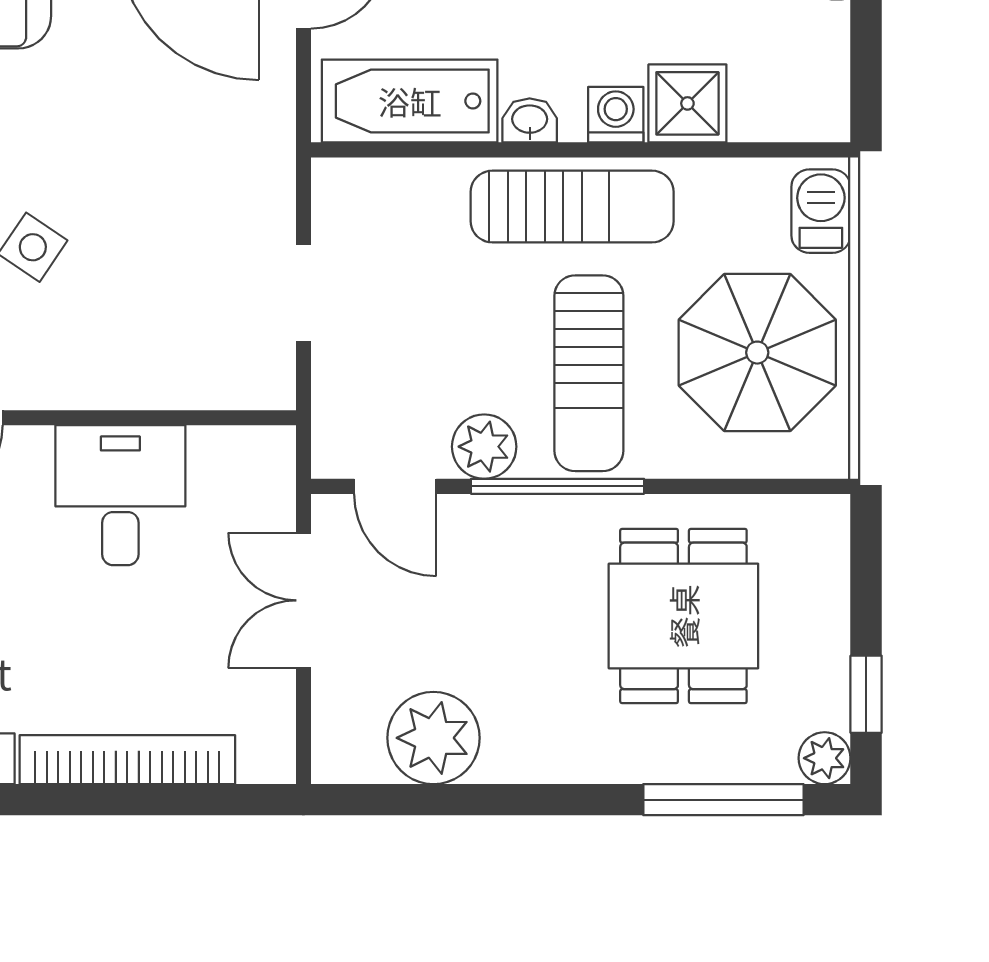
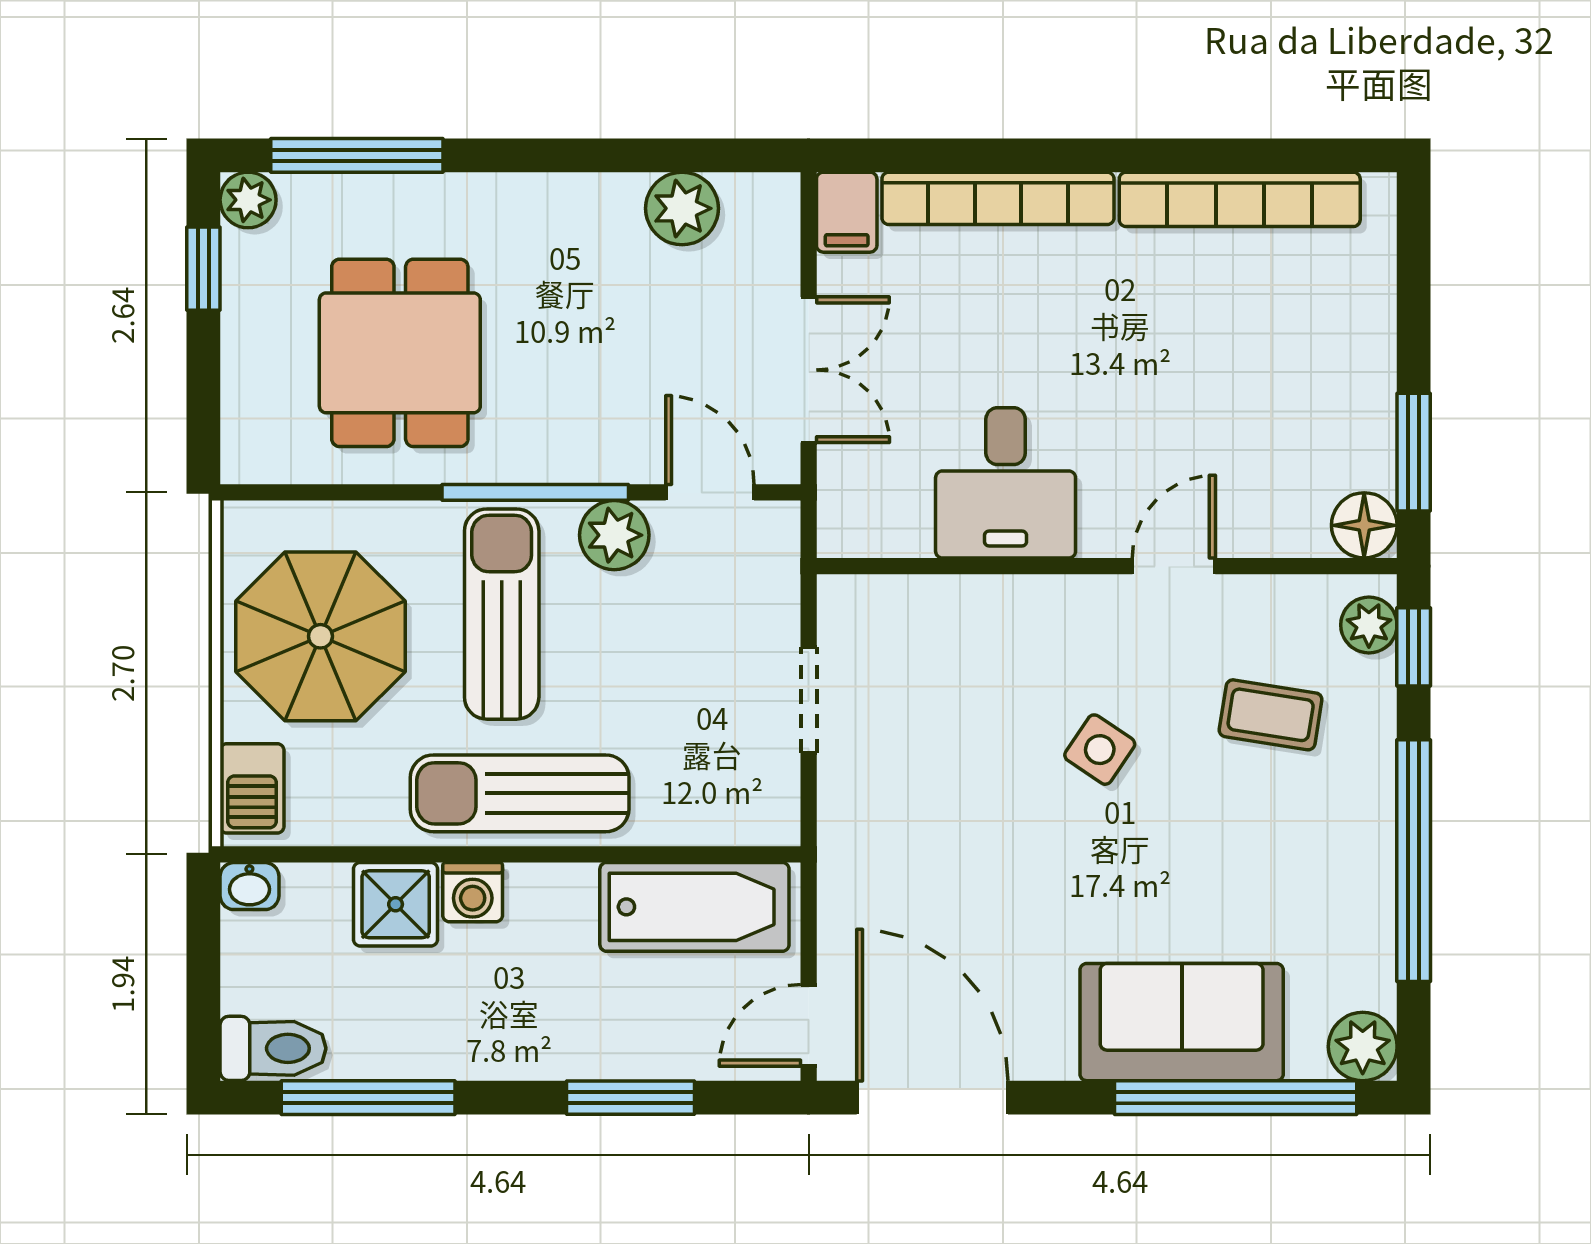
washbasin: (530, 120) -> (249, 886), moved
plant: (433, 738) -> (682, 208), width x0.73, depth x0.73
filing cabinet: (268, 747) -> (847, 212), added

